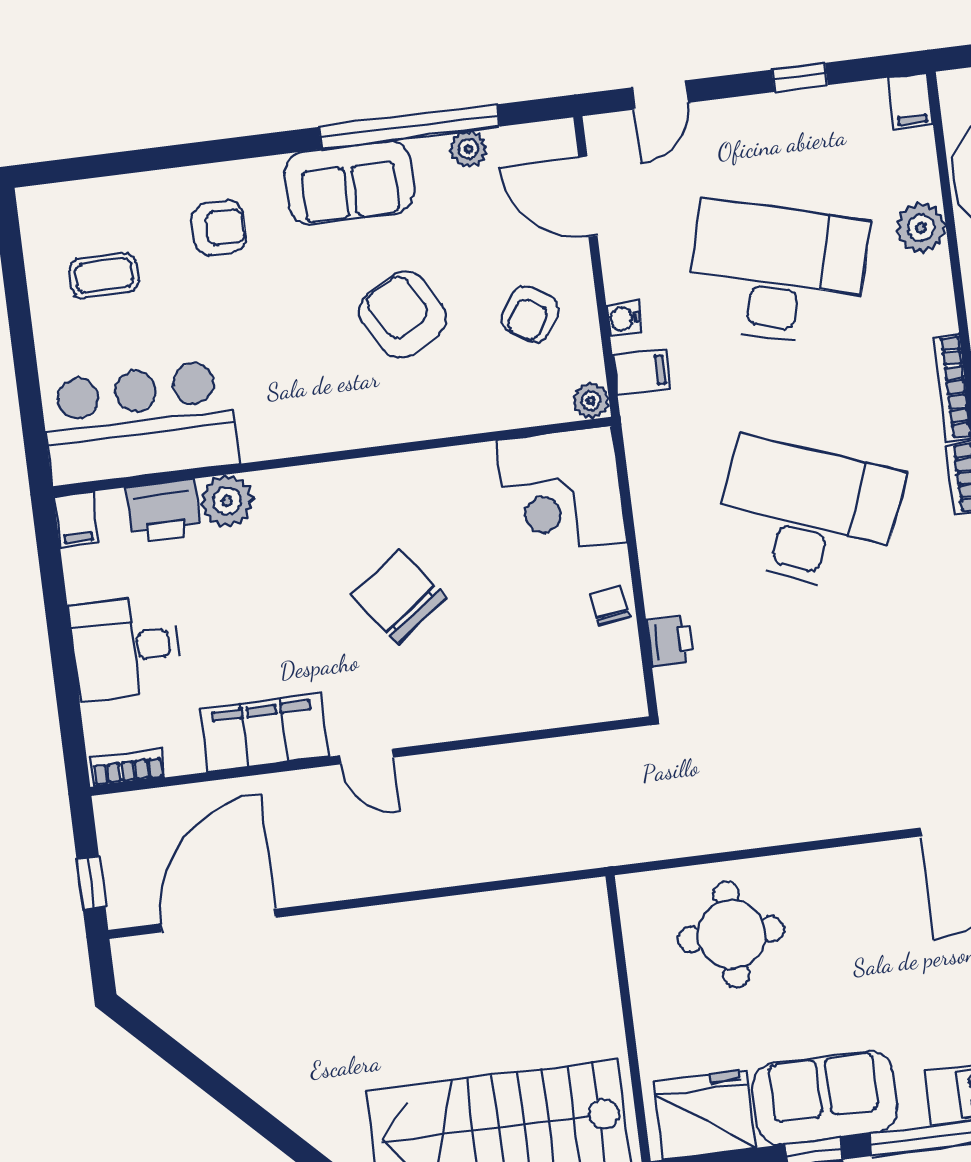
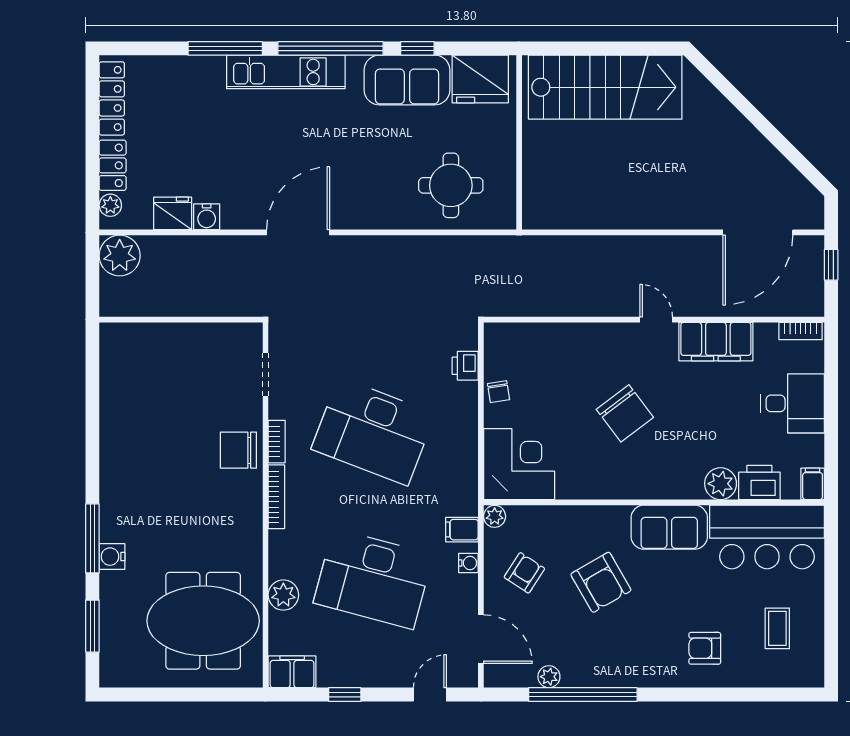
filing cabinet: (910, 101) -> (292, 672), width x2.00
sofa: (349, 182) -> (669, 527), moved, turned 180
coffee table: (104, 275) -> (777, 628), turned 90

